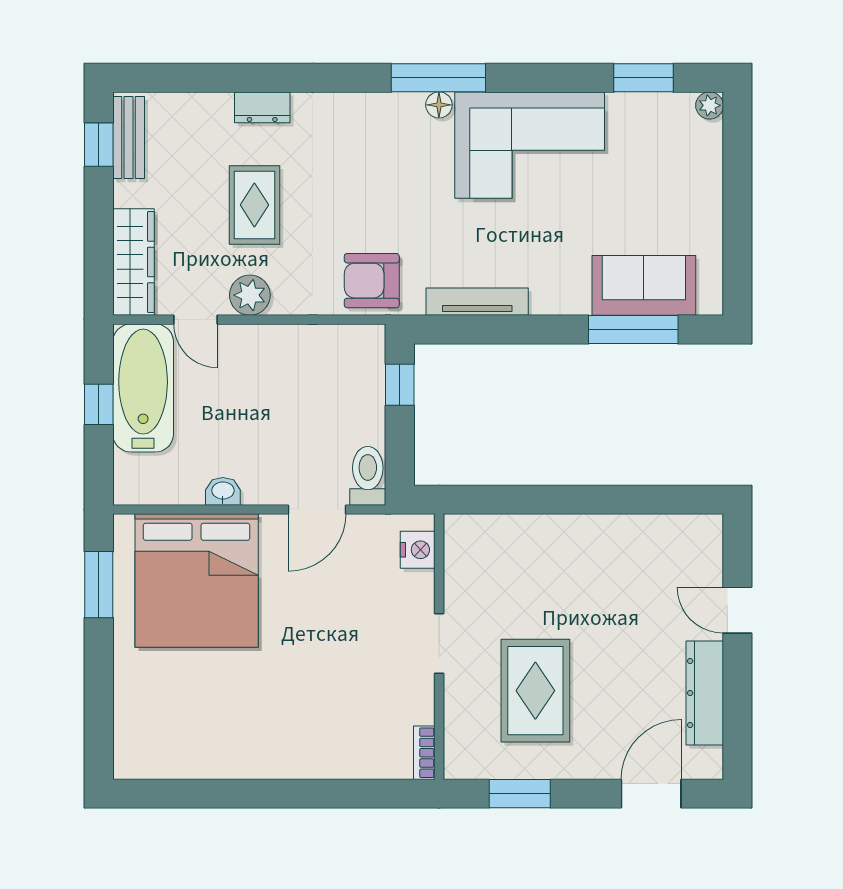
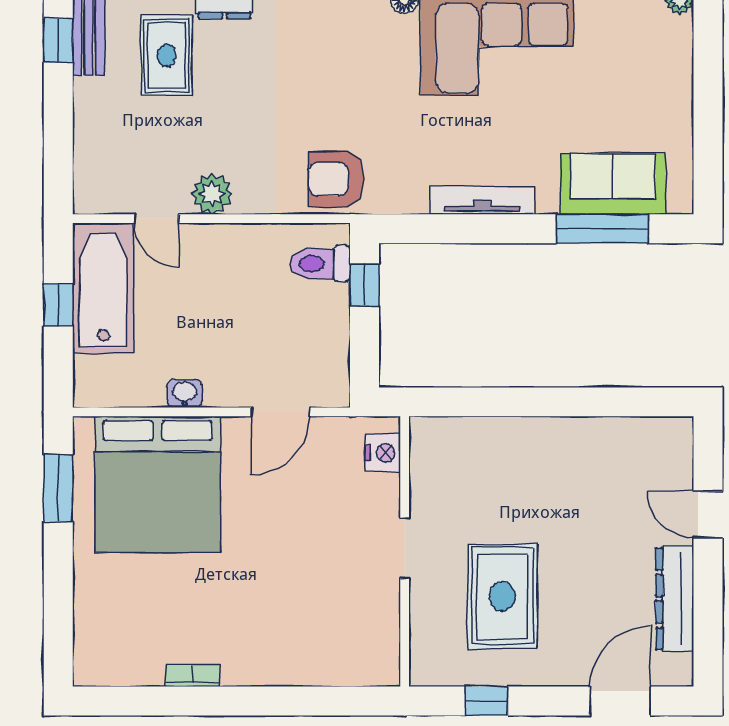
rug: (254, 205) -> (167, 55), moved
wardrobe: (134, 262) -> (94, 160), removed
tv unit: (477, 302) -> (482, 200), moved
toilet: (368, 476) -> (320, 264), moved, turned -90
bookcase: (424, 753) -> (192, 676), moved, turned 90
window: (520, 794) -> (487, 701), width x0.67

